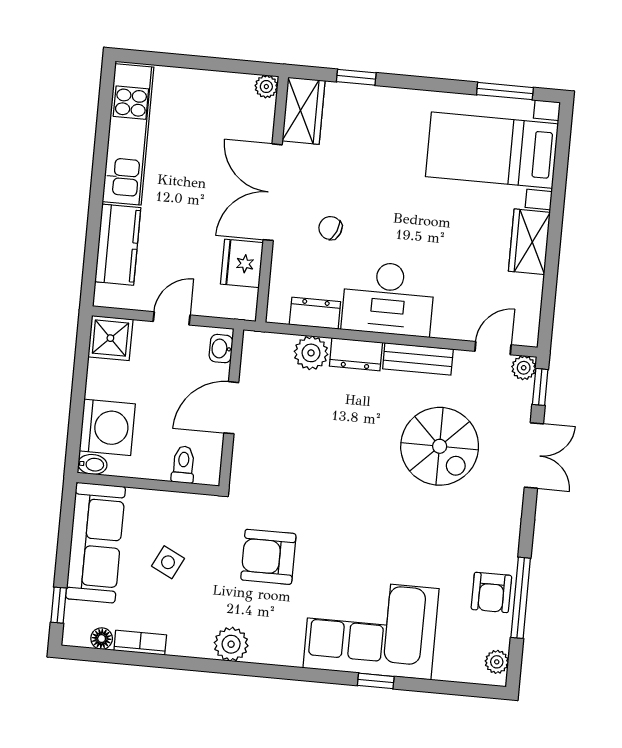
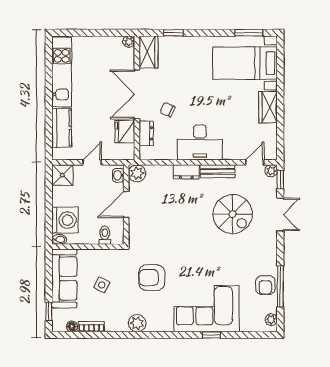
dresser: (315, 313) -> (146, 133), moved, turned 90
plant: (311, 353) -> (137, 173), moved

